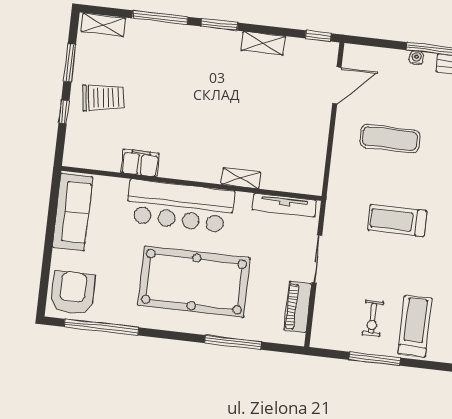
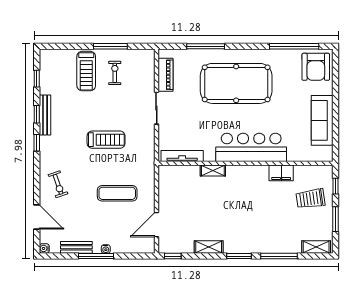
filing cabinet: (140, 163) -> (281, 173), moved
shelving: (241, 178) -> (213, 171), moved
wall: (191, 183) -> (245, 163), moved
tv unit: (284, 205) -> (182, 156), moved
bar counter: (180, 206) -> (251, 147), moved

